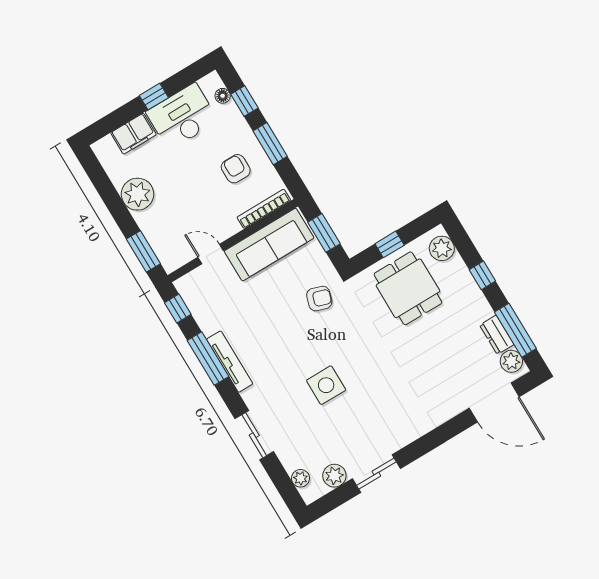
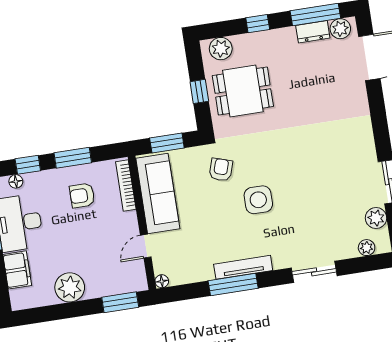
floor lamp: (182, 285) -> (162, 281), added
window: (178, 309) -> (180, 293), removed
side table: (326, 385) -> (258, 200), moved

